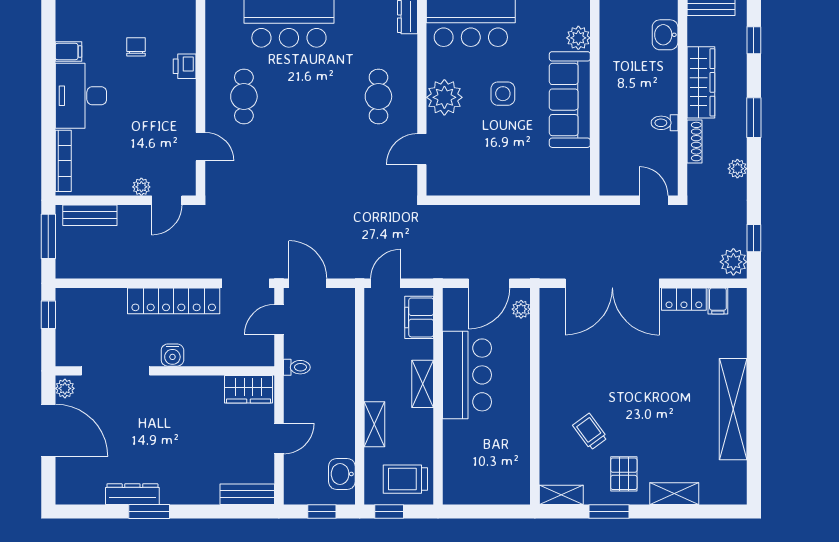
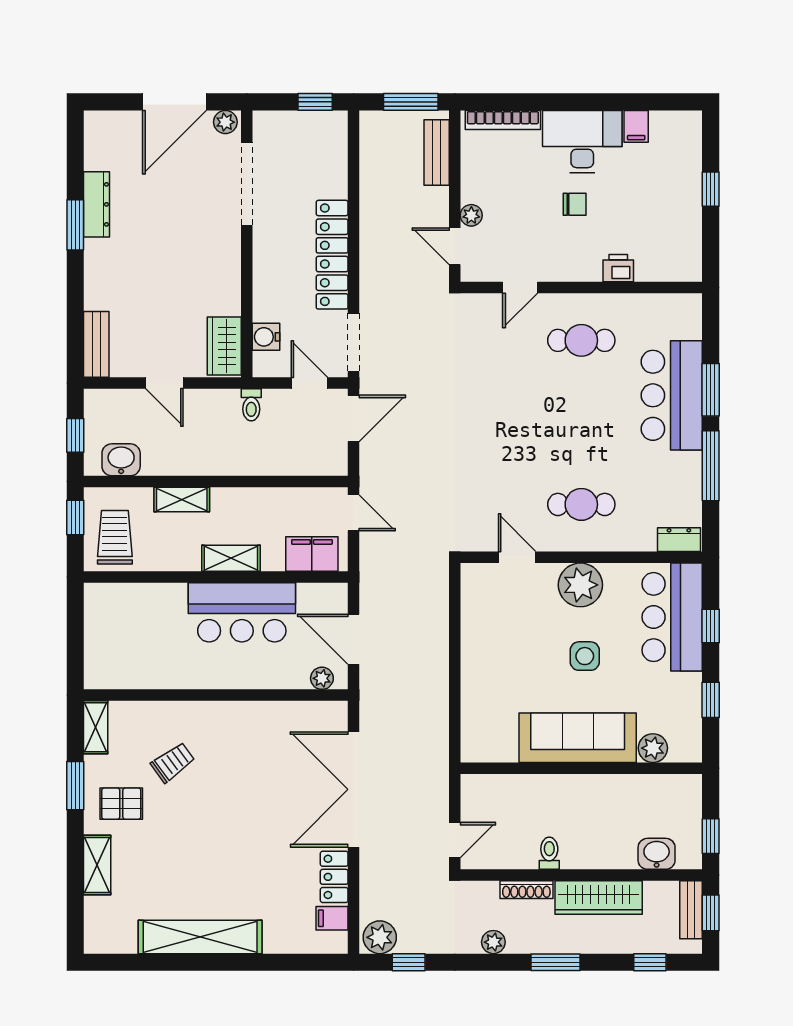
chair: (136, 47) -> (575, 204), moved
water cooler: (172, 355) -> (266, 337), moved

